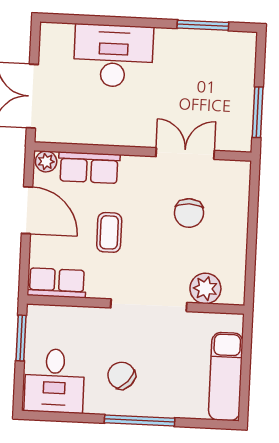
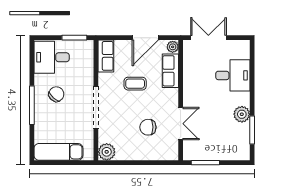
plant: (174, 43) -> (242, 114), added
desk: (113, 56) -> (233, 75), width x0.73
plant: (205, 288) -> (107, 152), moved

